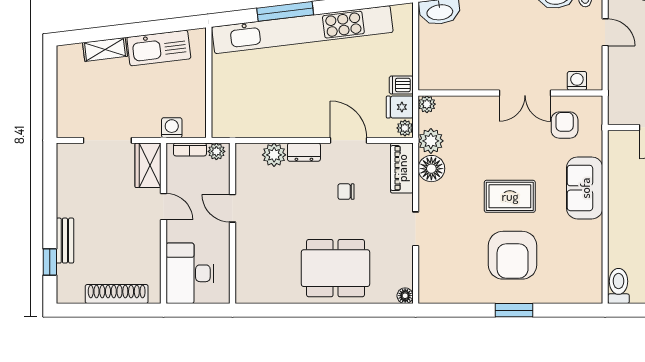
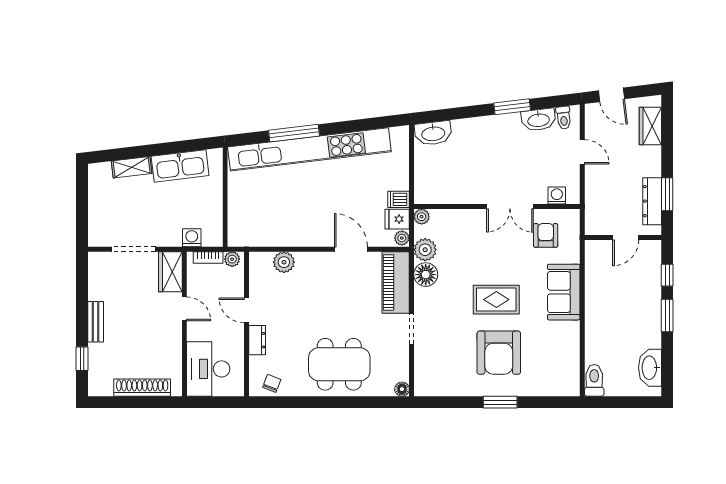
dresser: (304, 152) -> (257, 340), moved, turned -90
piano: (402, 168) -> (396, 282), width x1.37, depth x1.33
chair: (346, 192) -> (272, 383), moved, turned 111
bench: (65, 241) -> (96, 322), moved

